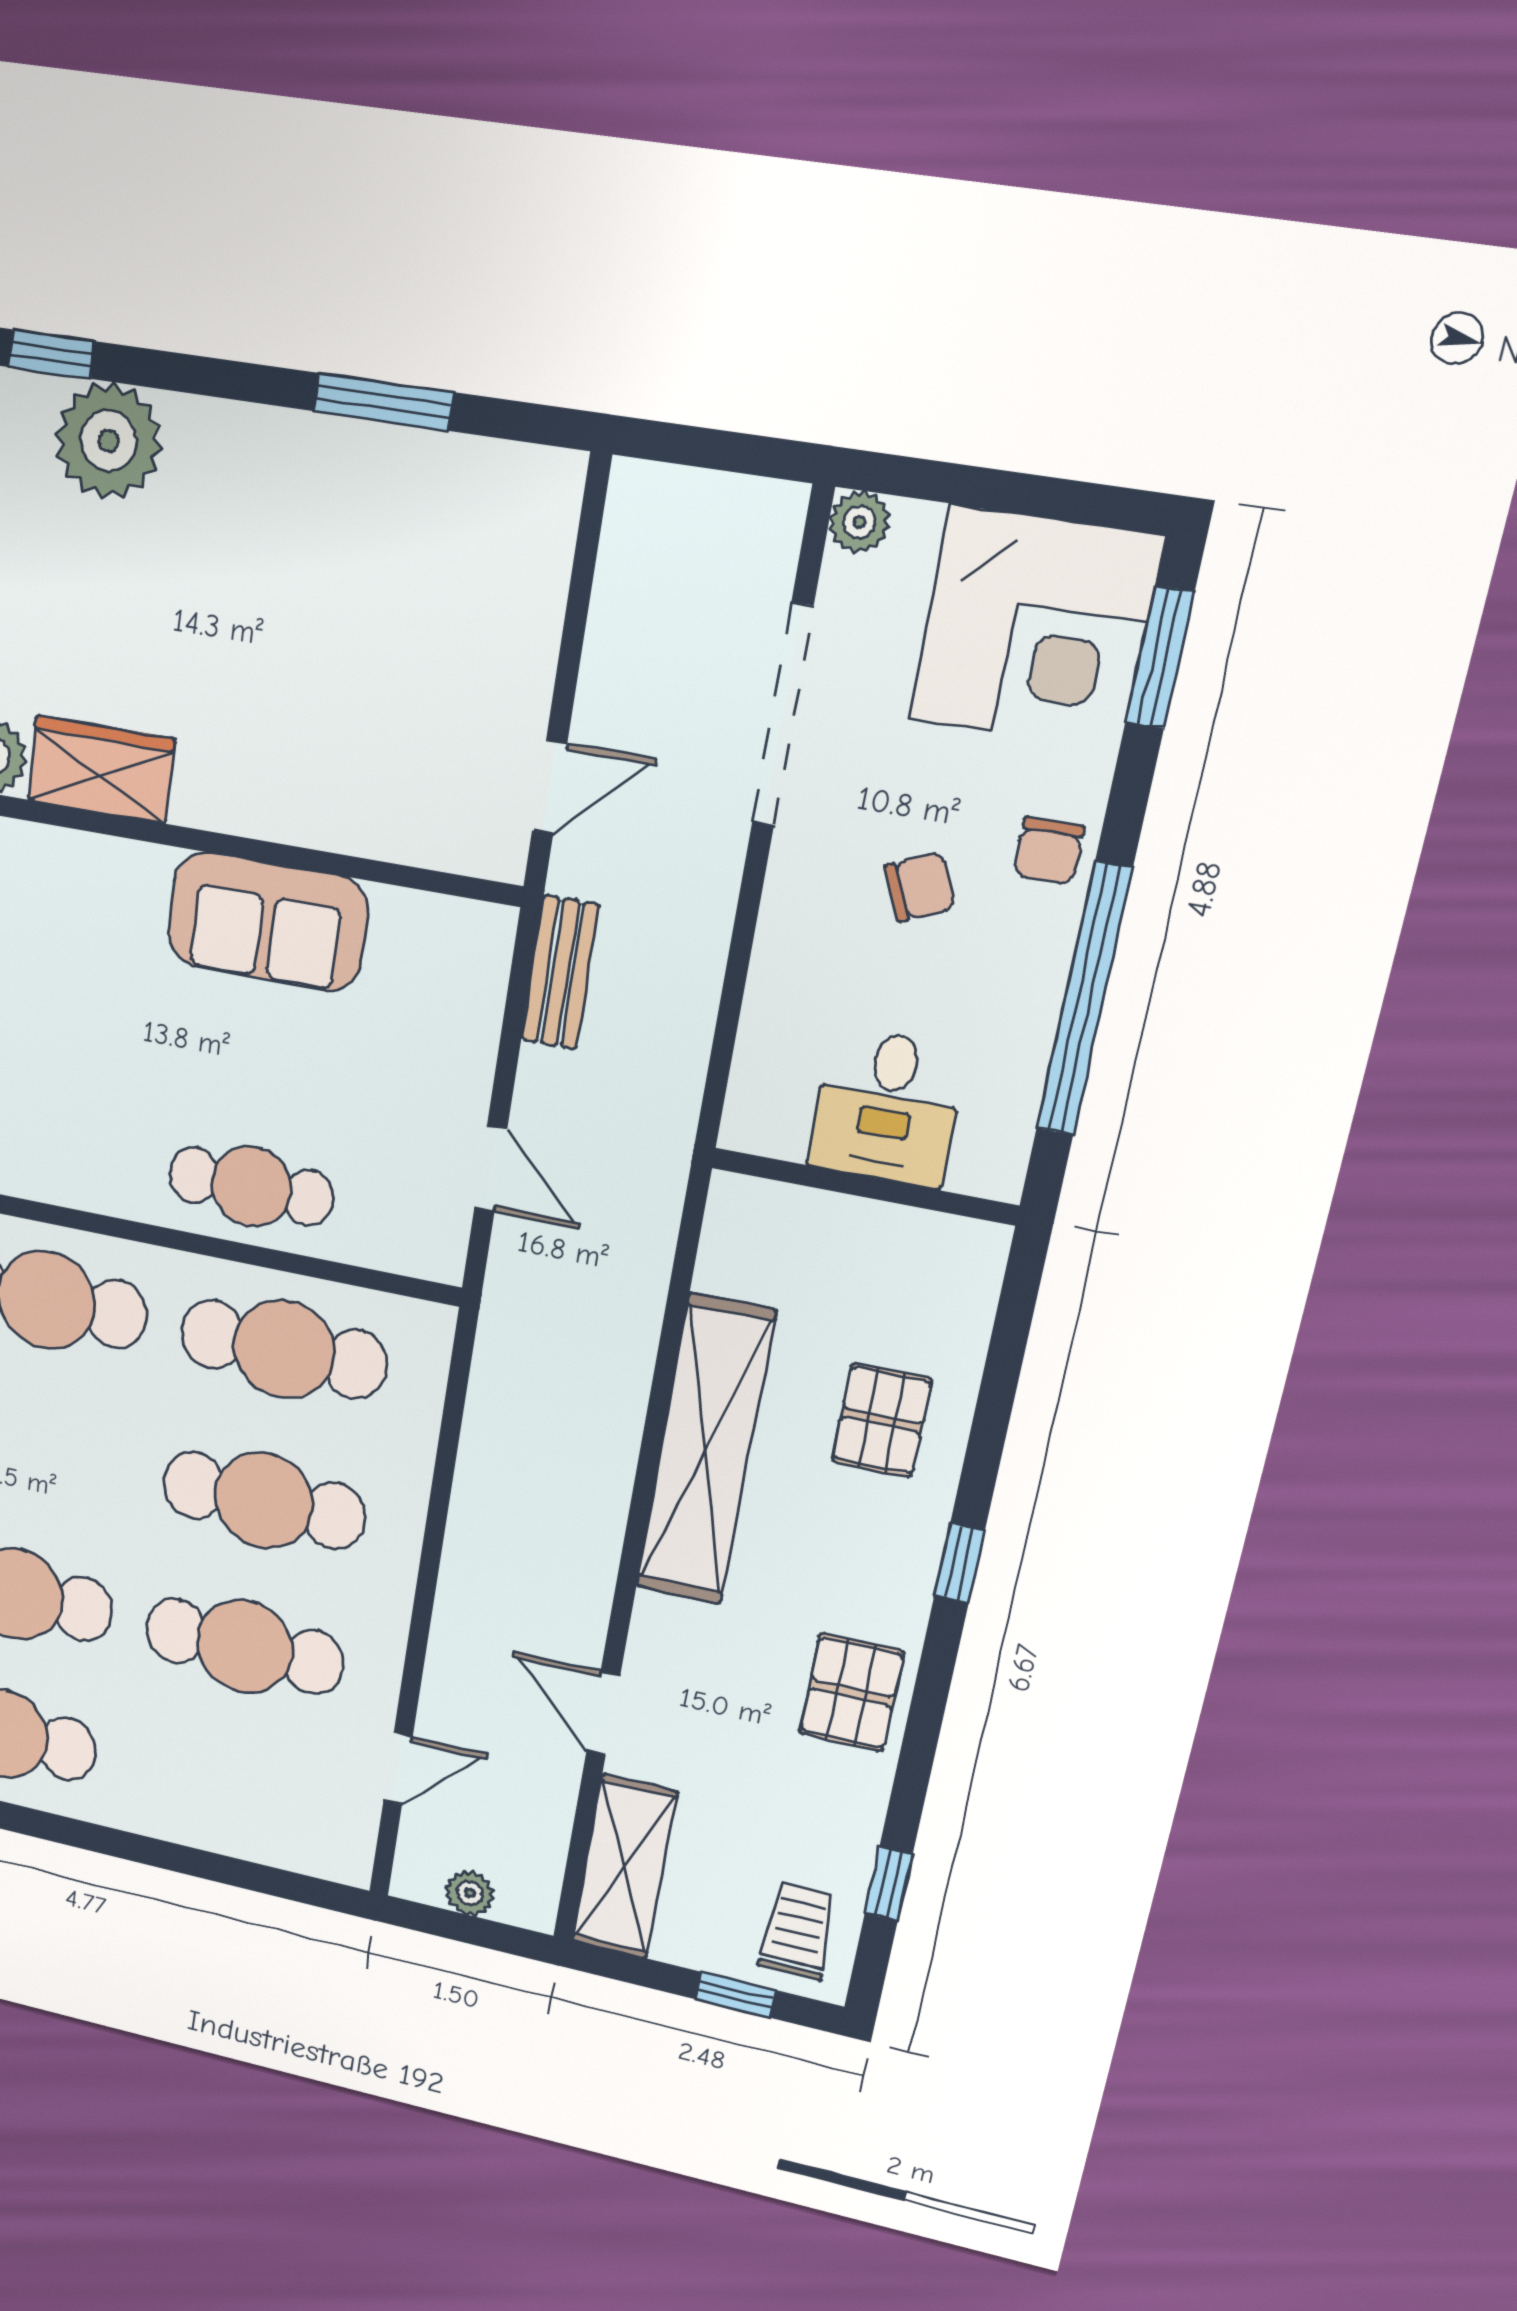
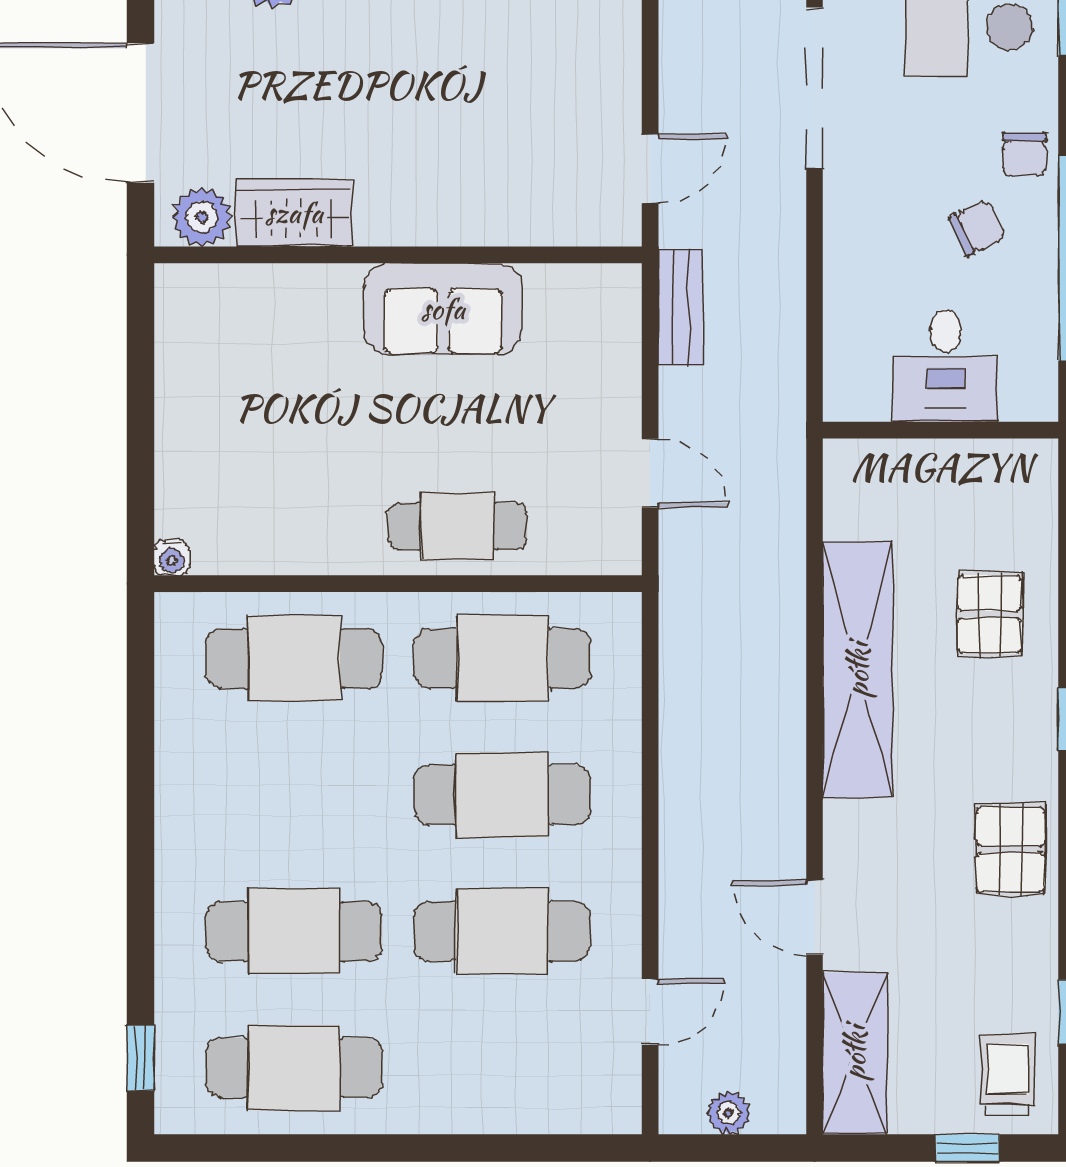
chair: (920, 887) -> (977, 228), moved

